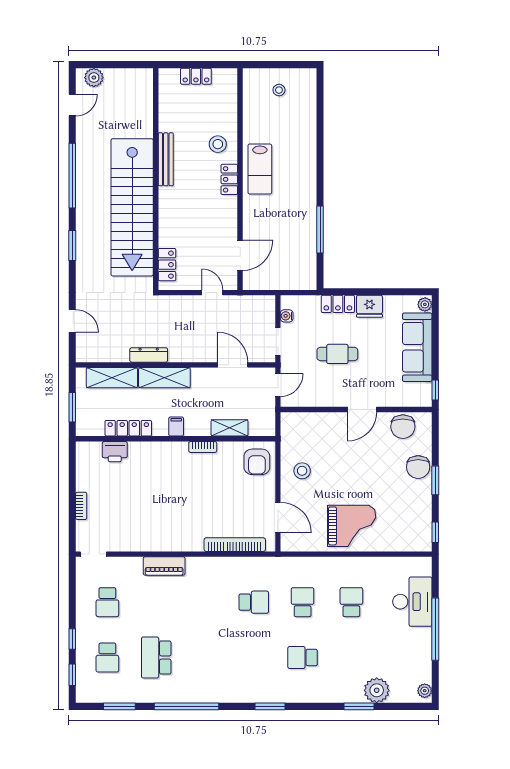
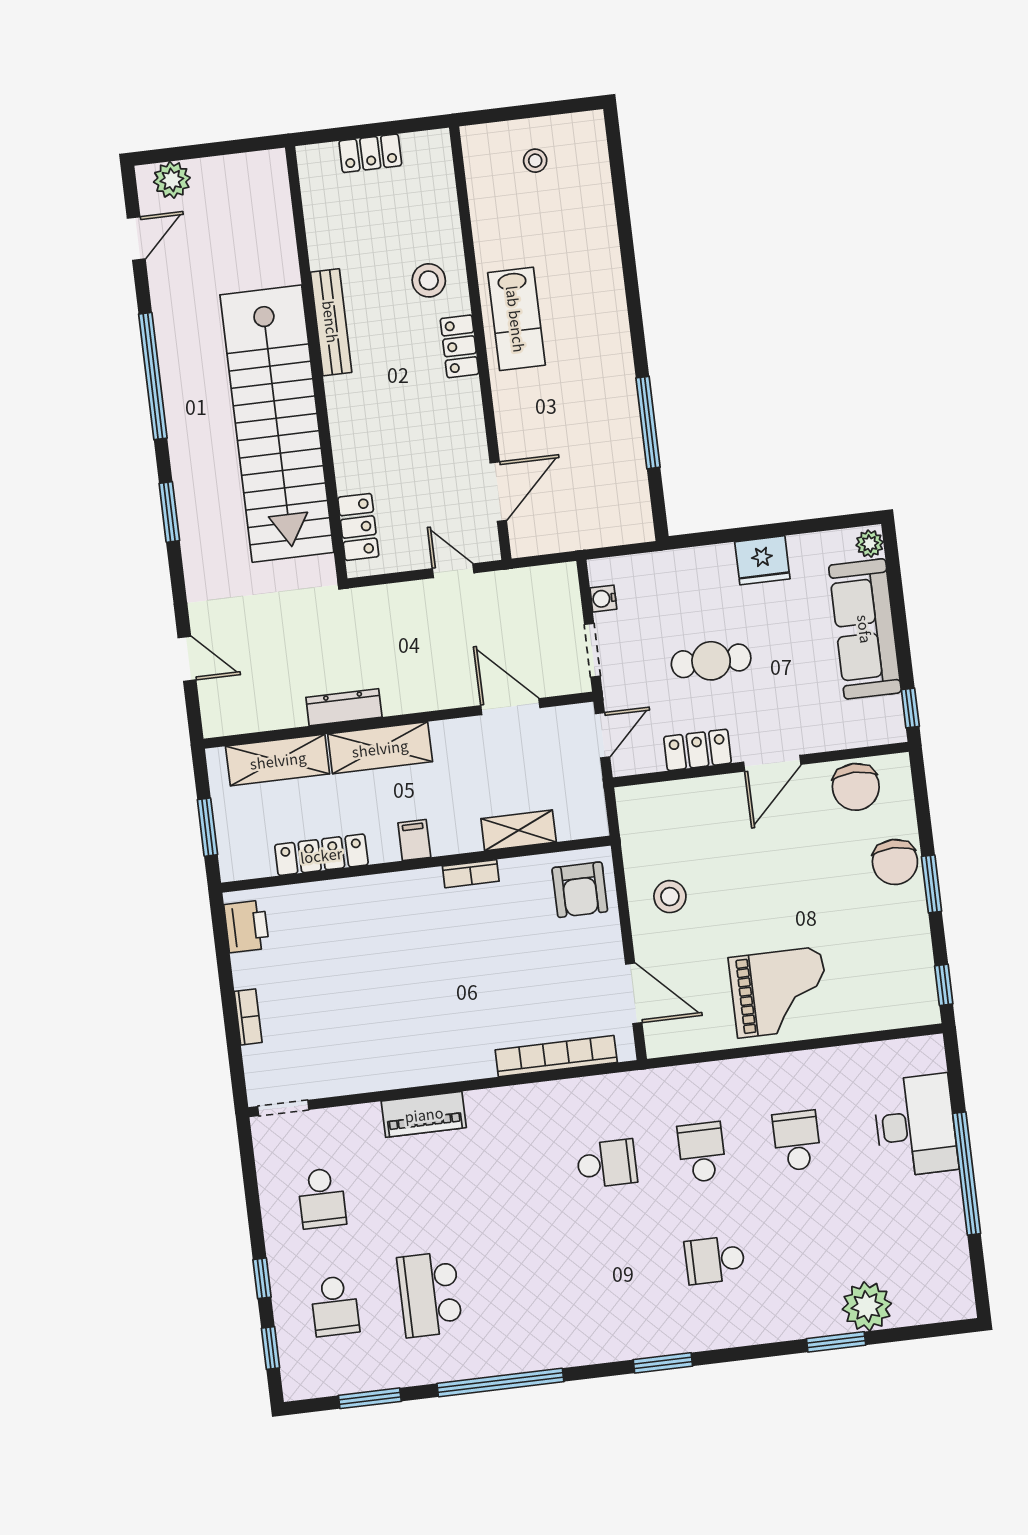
locker: (338, 304) -> (698, 750), moved, turned 180
printer: (115, 452) -> (247, 926), moved, turned -90
plant: (425, 691) -> (960, 1296), removed

